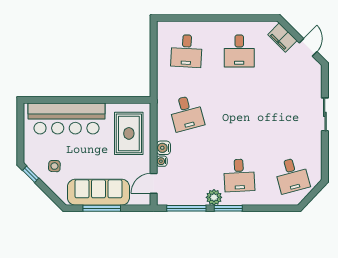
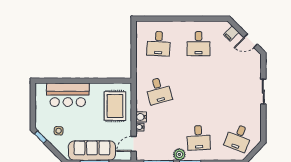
filing cabinet: (282, 38) -> (231, 33), width x0.50
door: (308, 47) -> (251, 41), swing flipped
bar counter: (66, 118) -> (68, 95), width x0.73
desk: (292, 175) -> (238, 138), turned 36

